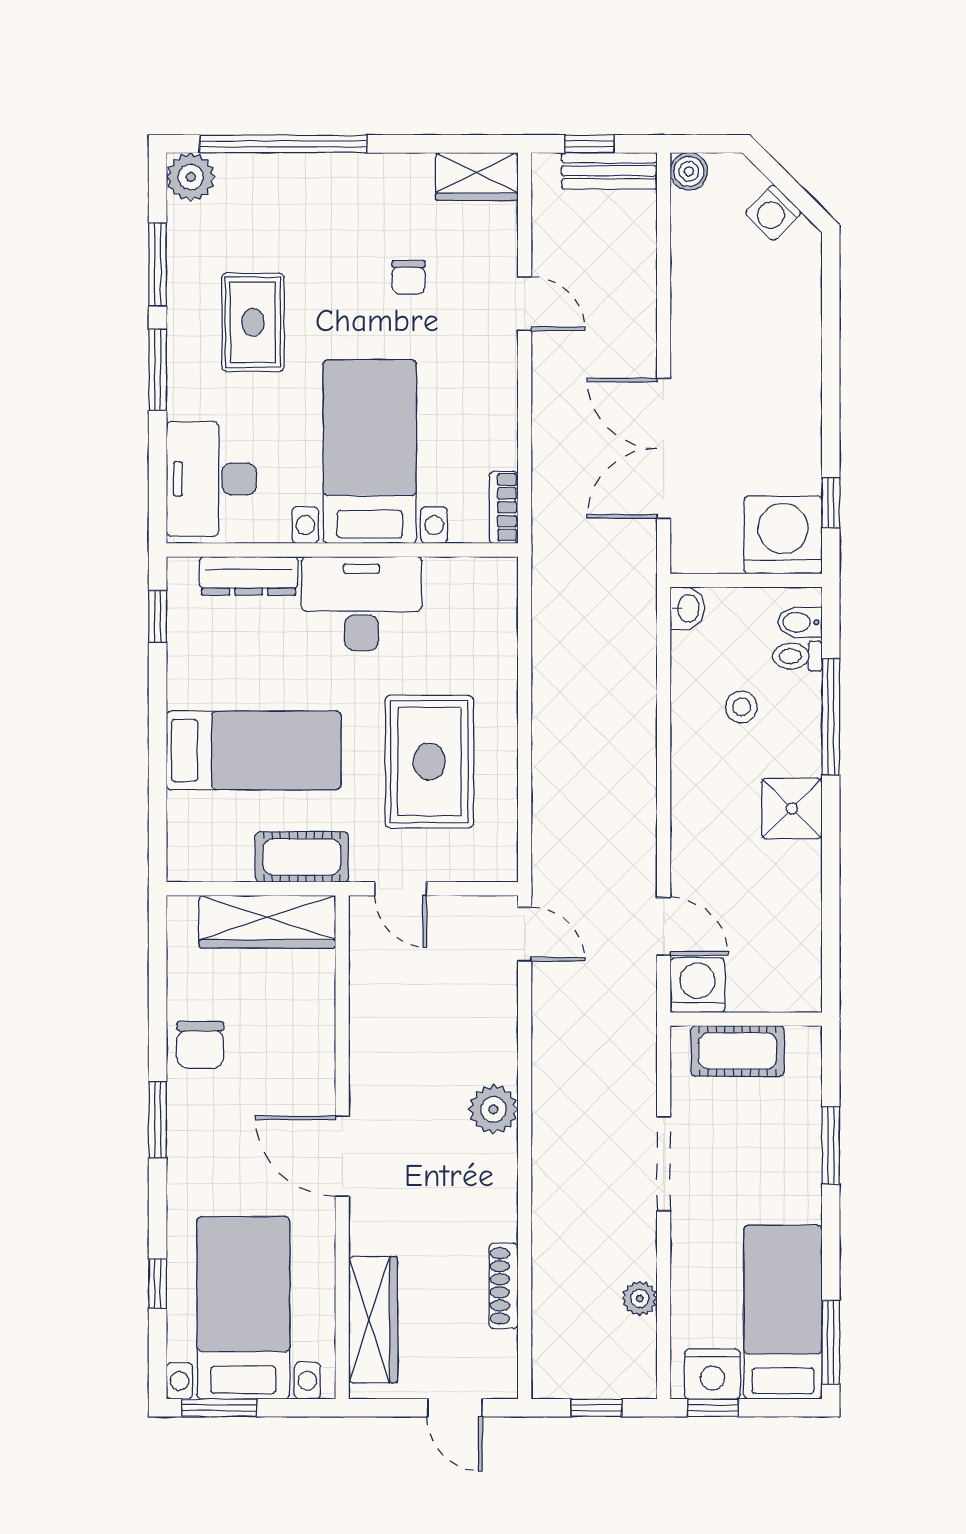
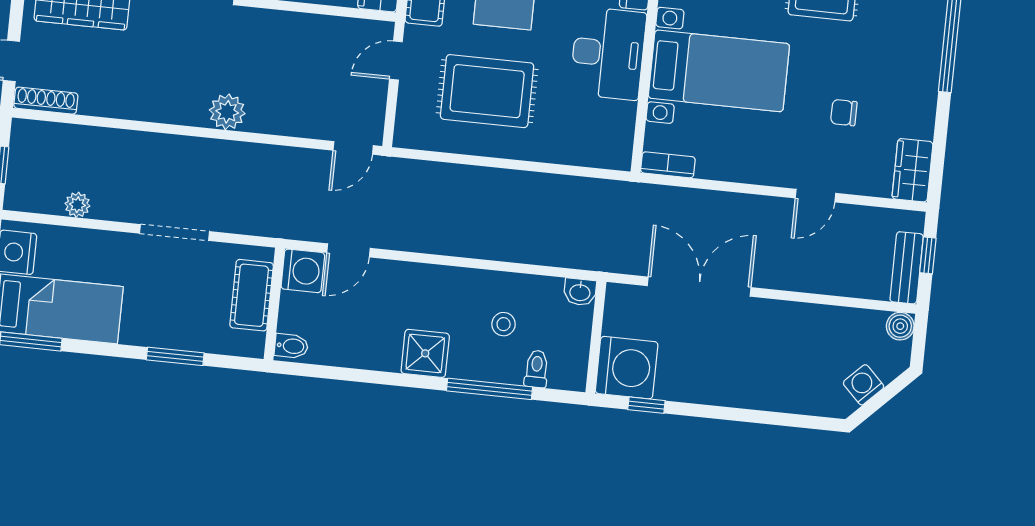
bidet: (800, 622) -> (291, 346), moved, turned 90
shoe rack: (504, 1286) -> (46, 101), moved

